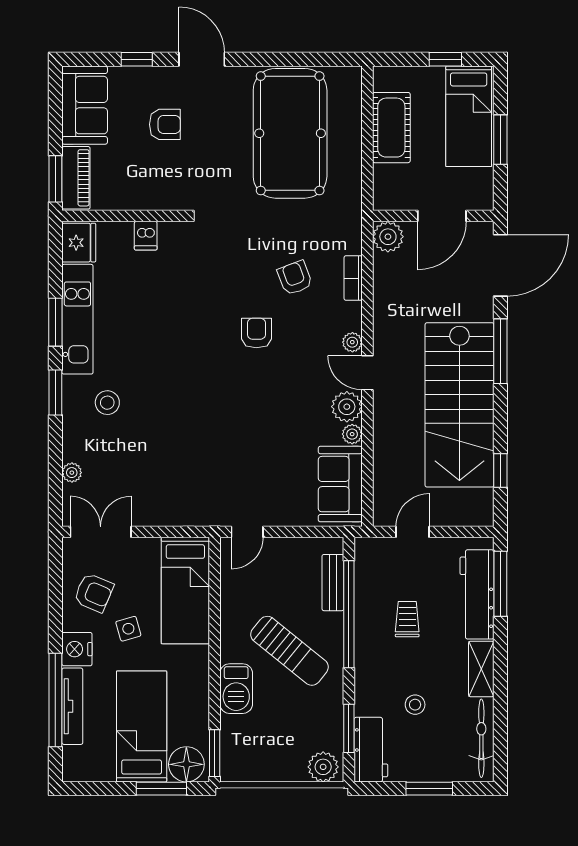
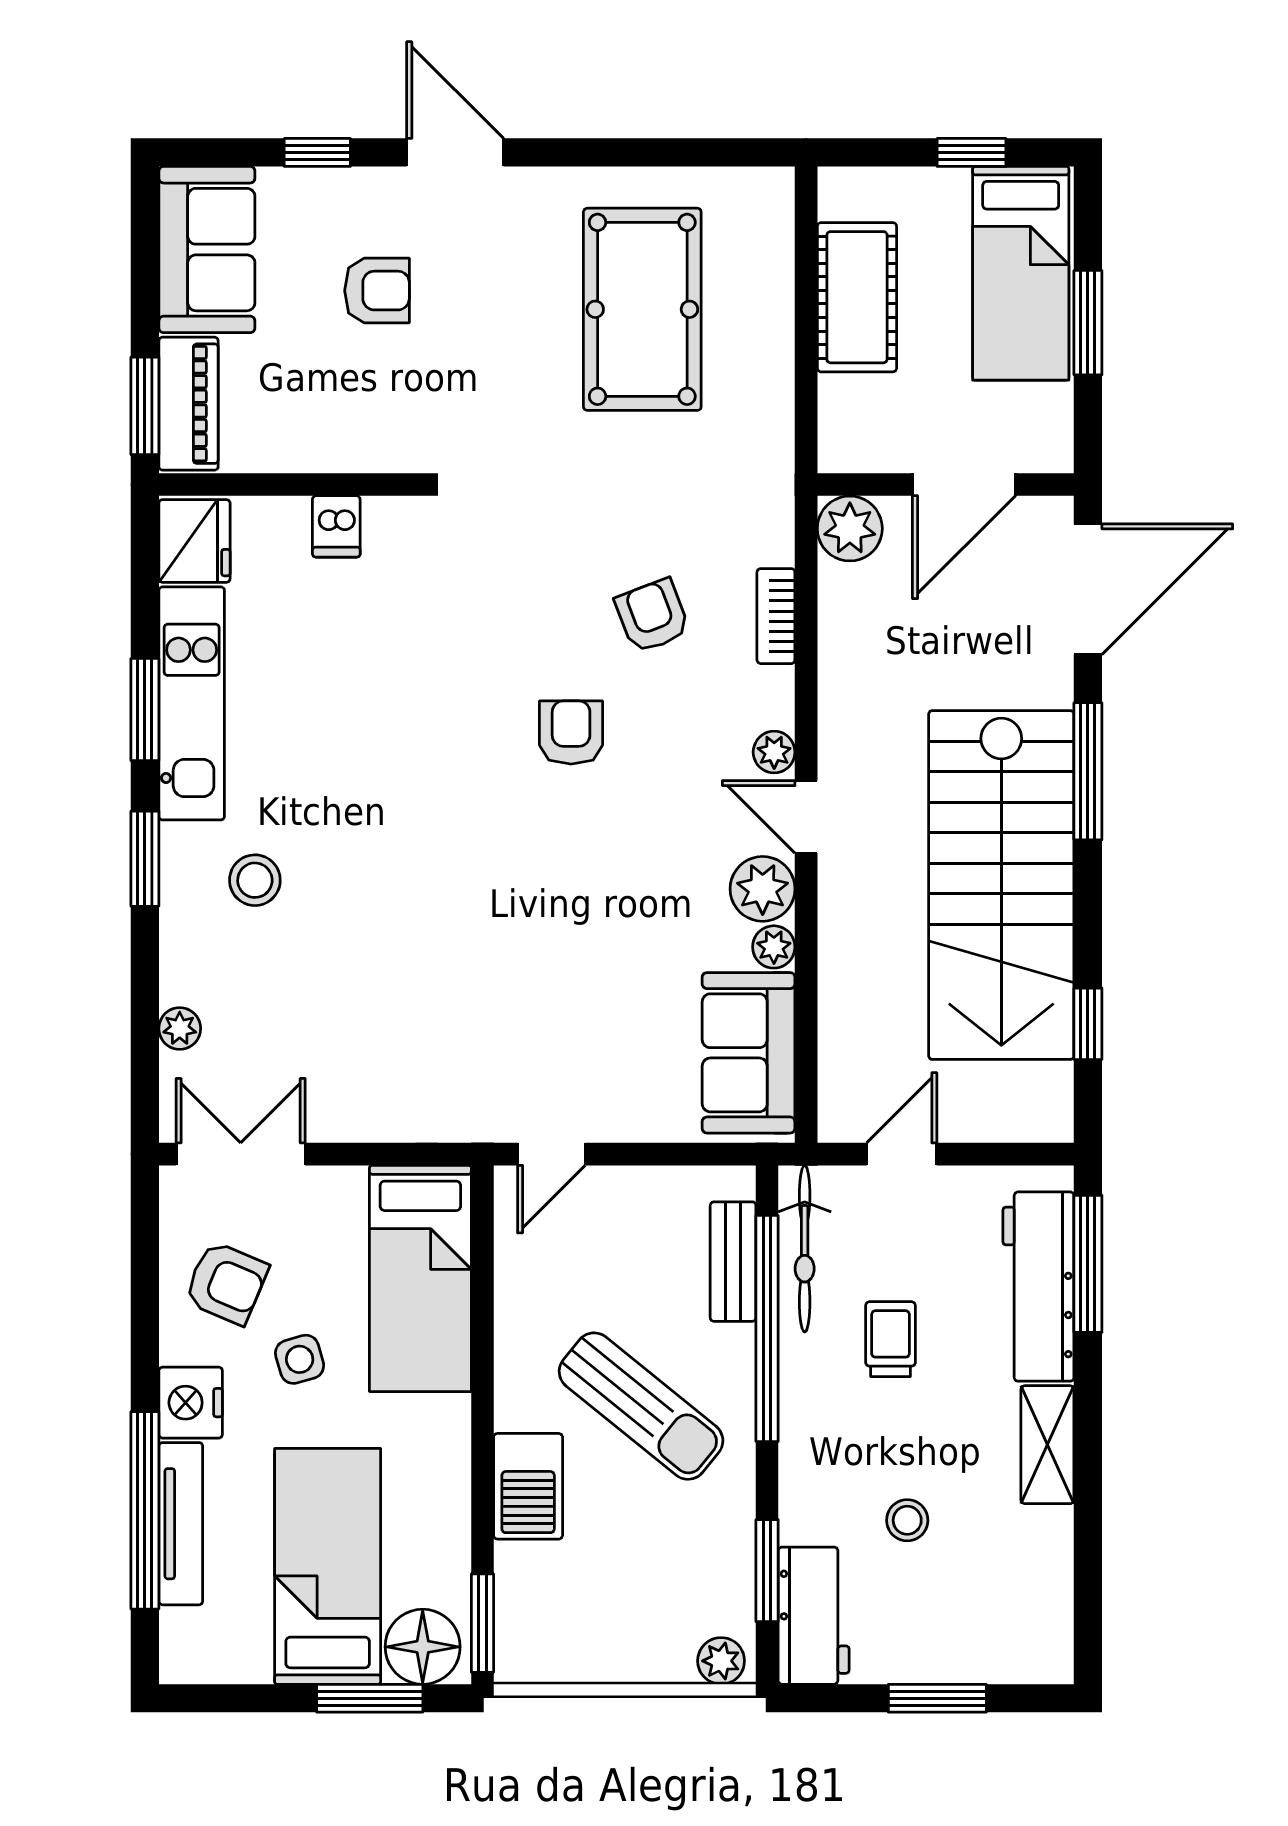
pool table: (290, 133) -> (642, 309), width x0.73, depth x0.76
bicycle: (481, 738) -> (805, 1249), moved, turned 180
plant: (323, 767) -> (721, 1661), width x0.73, depth x0.73

